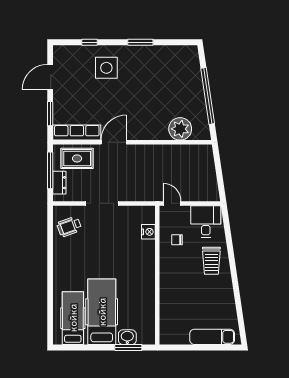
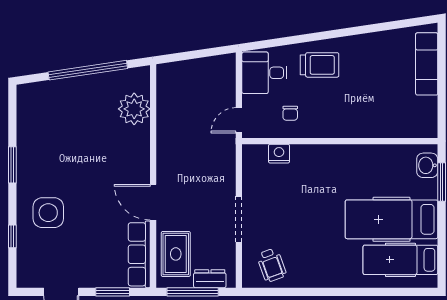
washbasin: (127, 337) -> (427, 165), moved

